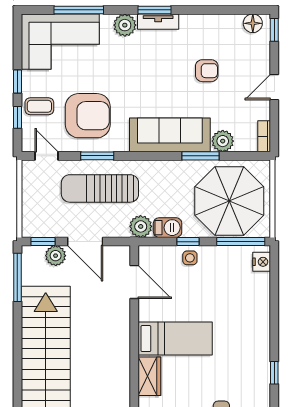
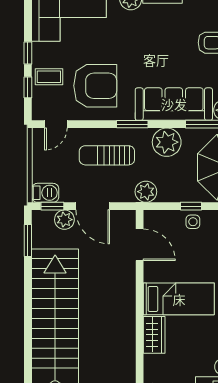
door: (47, 156) -> (56, 124), swing flipped
window: (97, 156) -> (132, 124), moved
plant: (162, 175) -> (167, 142), added
sun lounger: (100, 188) -> (107, 155), width x0.73, depth x0.75
barbecue: (168, 228) -> (45, 193), moved
window: (17, 277) -> (28, 240), width x0.69

